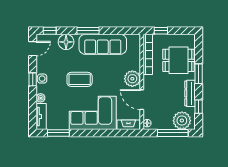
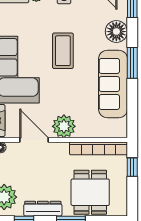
door: (142, 100) -> (34, 140), hinge flipped

